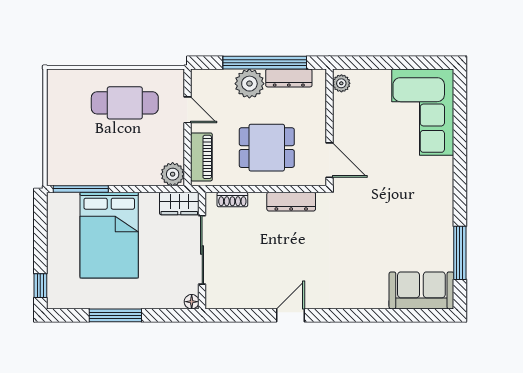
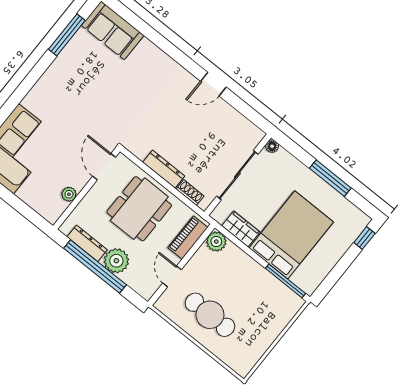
plant: (341, 83) -> (69, 194), moved
dining table: (267, 148) -> (139, 209), width x1.37
dresser: (291, 202) -> (164, 169), moved
wardrobe: (179, 204) -> (241, 229), moved

